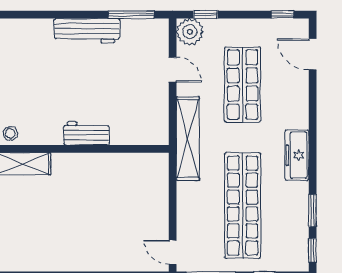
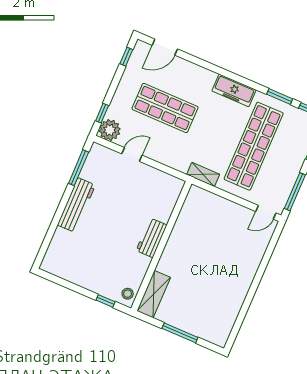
shelving: (188, 138) -> (203, 174), width x0.45, depth x0.75
shop shelf: (243, 206) -> (254, 146), turned 90

